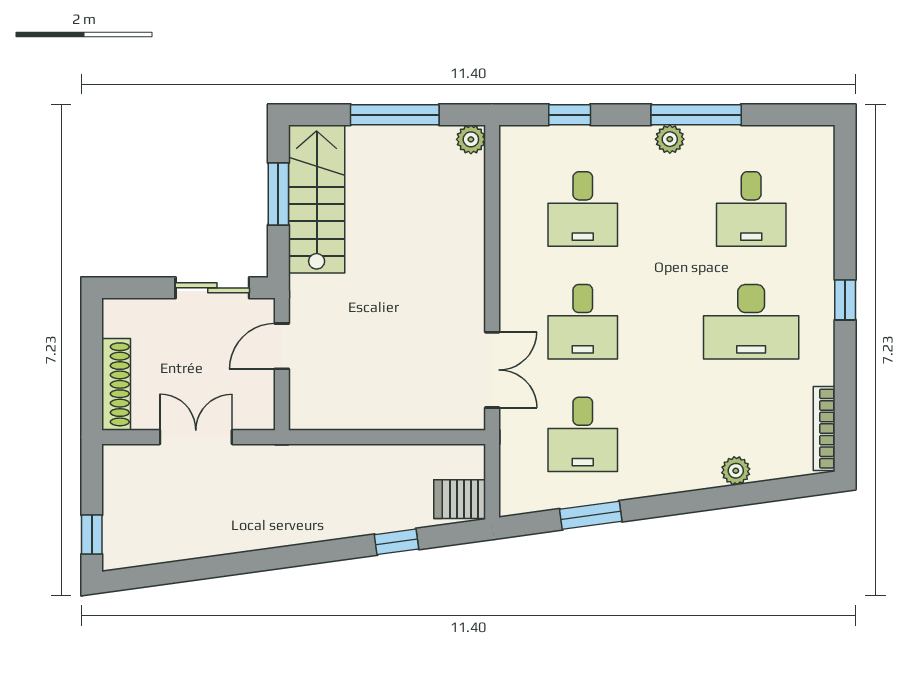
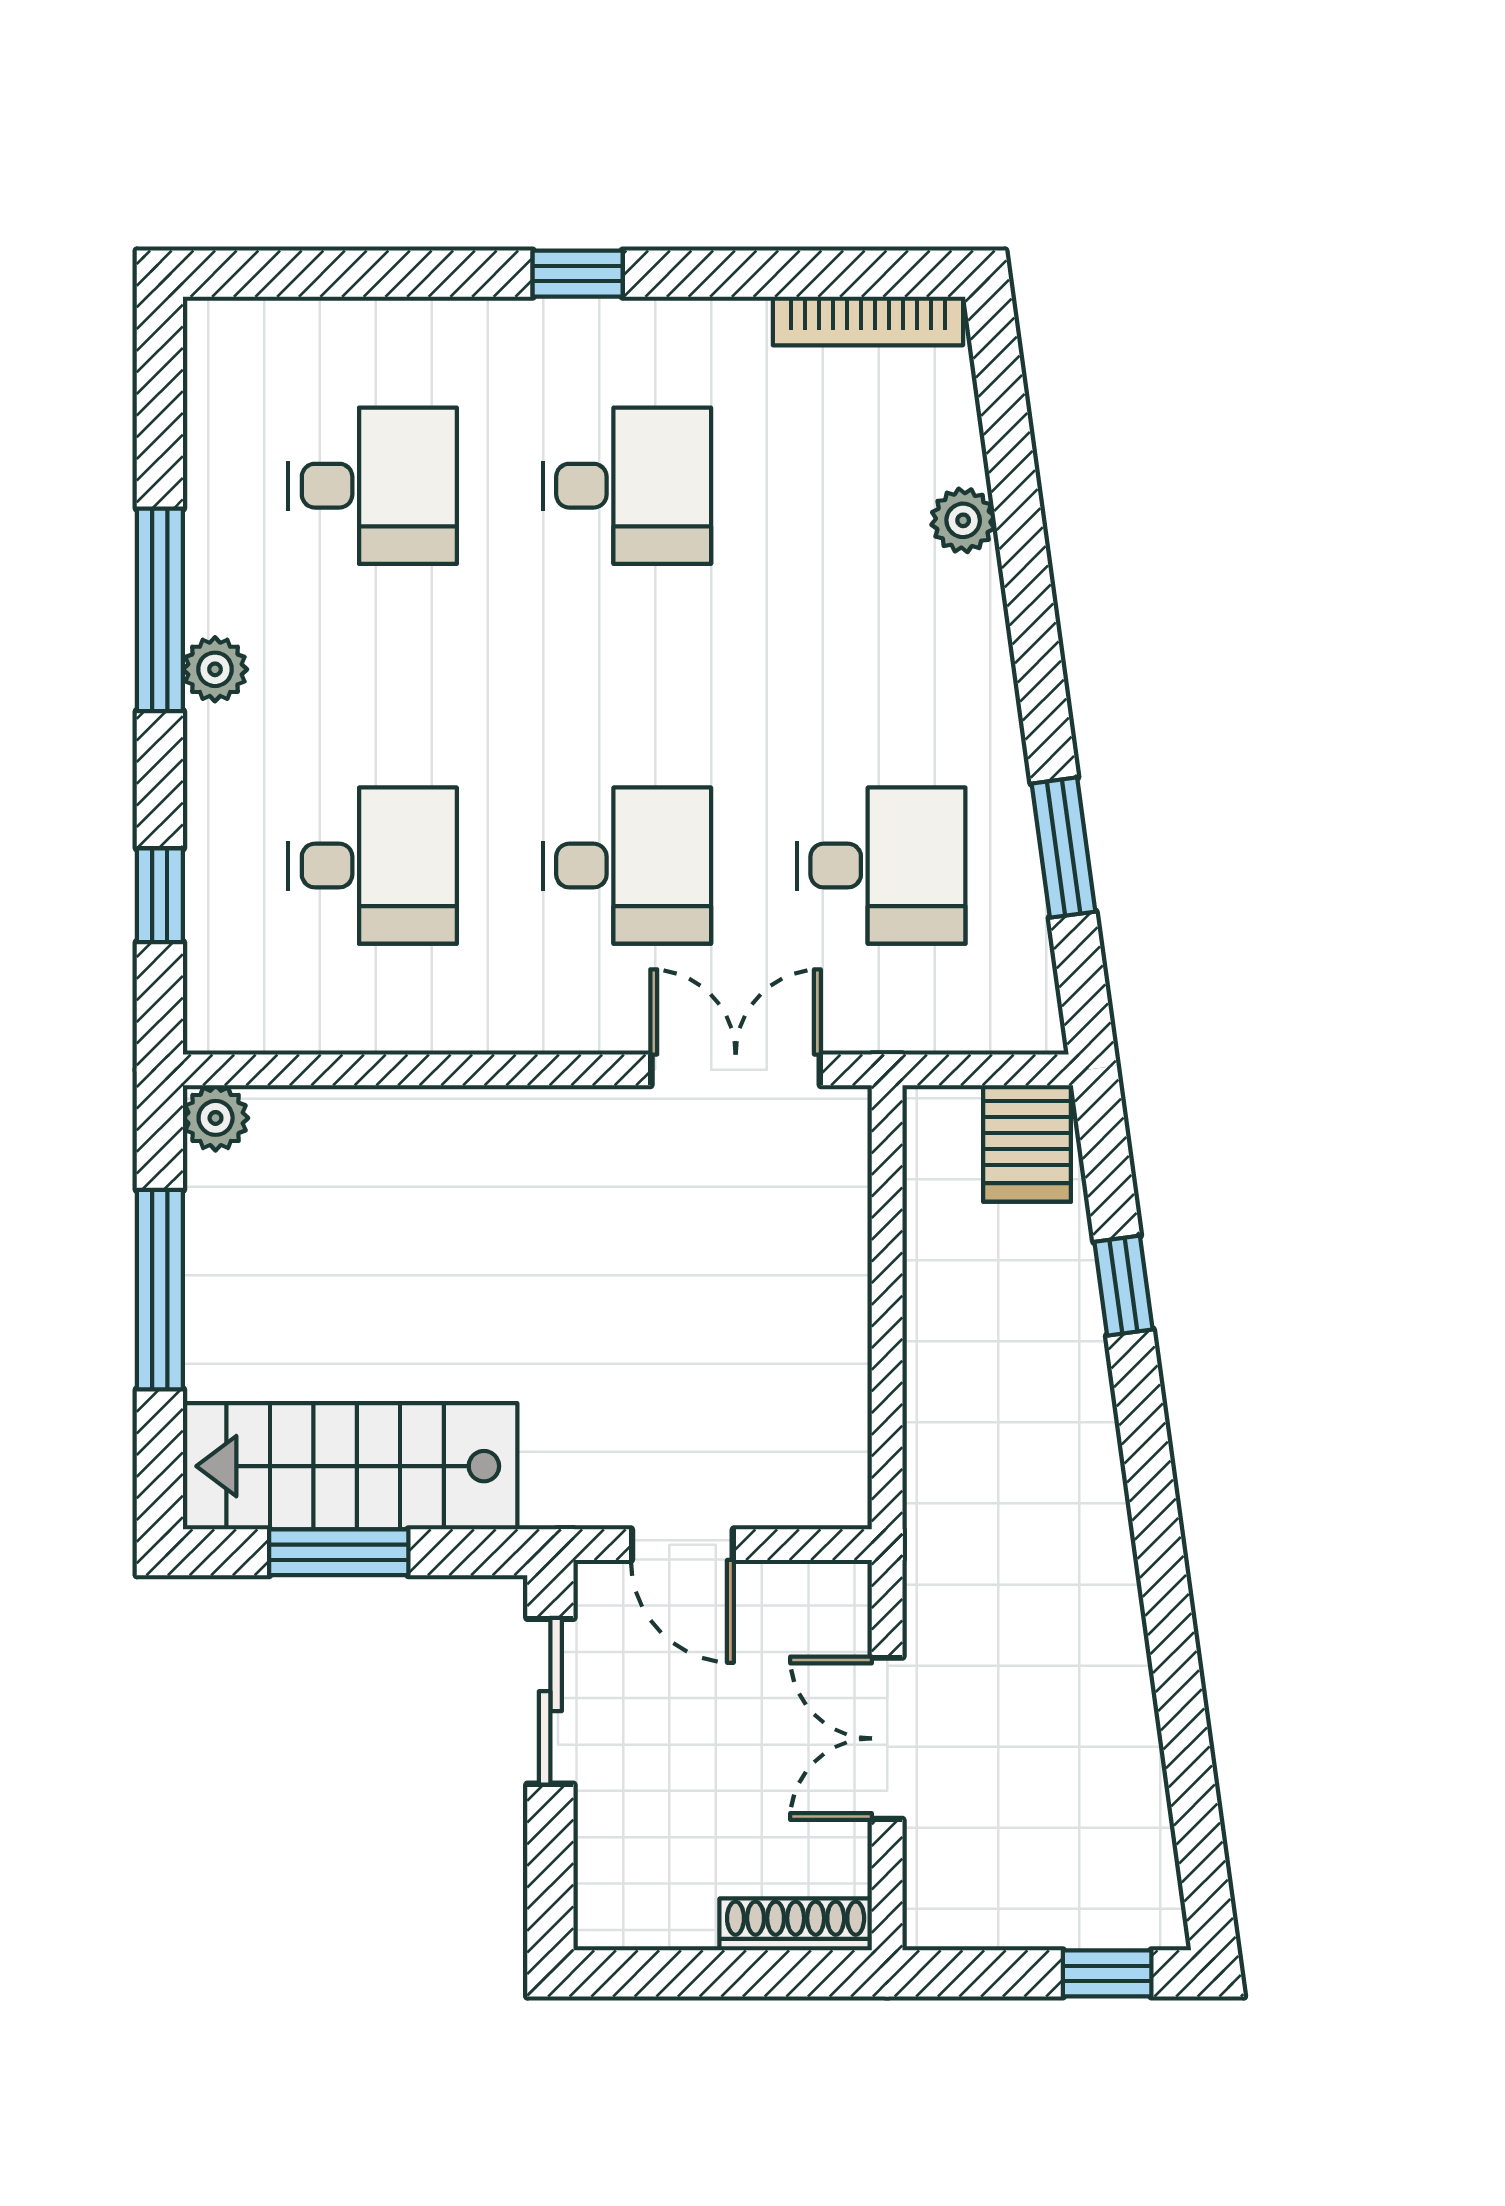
desk: (751, 322) -> (627, 486), width x0.73
shoe rack: (116, 384) -> (796, 1924), width x0.74, depth x0.81

